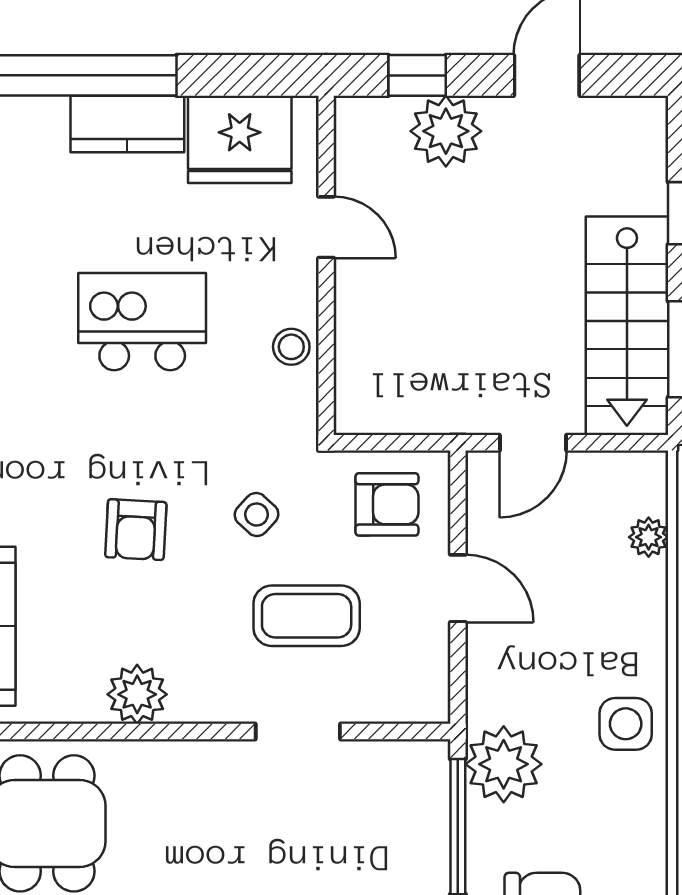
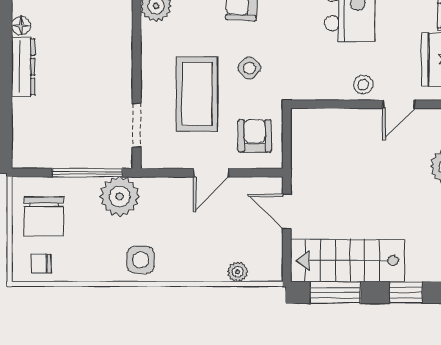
stool: (291, 347) -> (363, 85), moved
armchair: (387, 504) -> (255, 136), turned 180
coffee table: (307, 616) -> (197, 94), width x1.36, depth x1.32
doorway: (298, 732) -> (137, 125), moved

